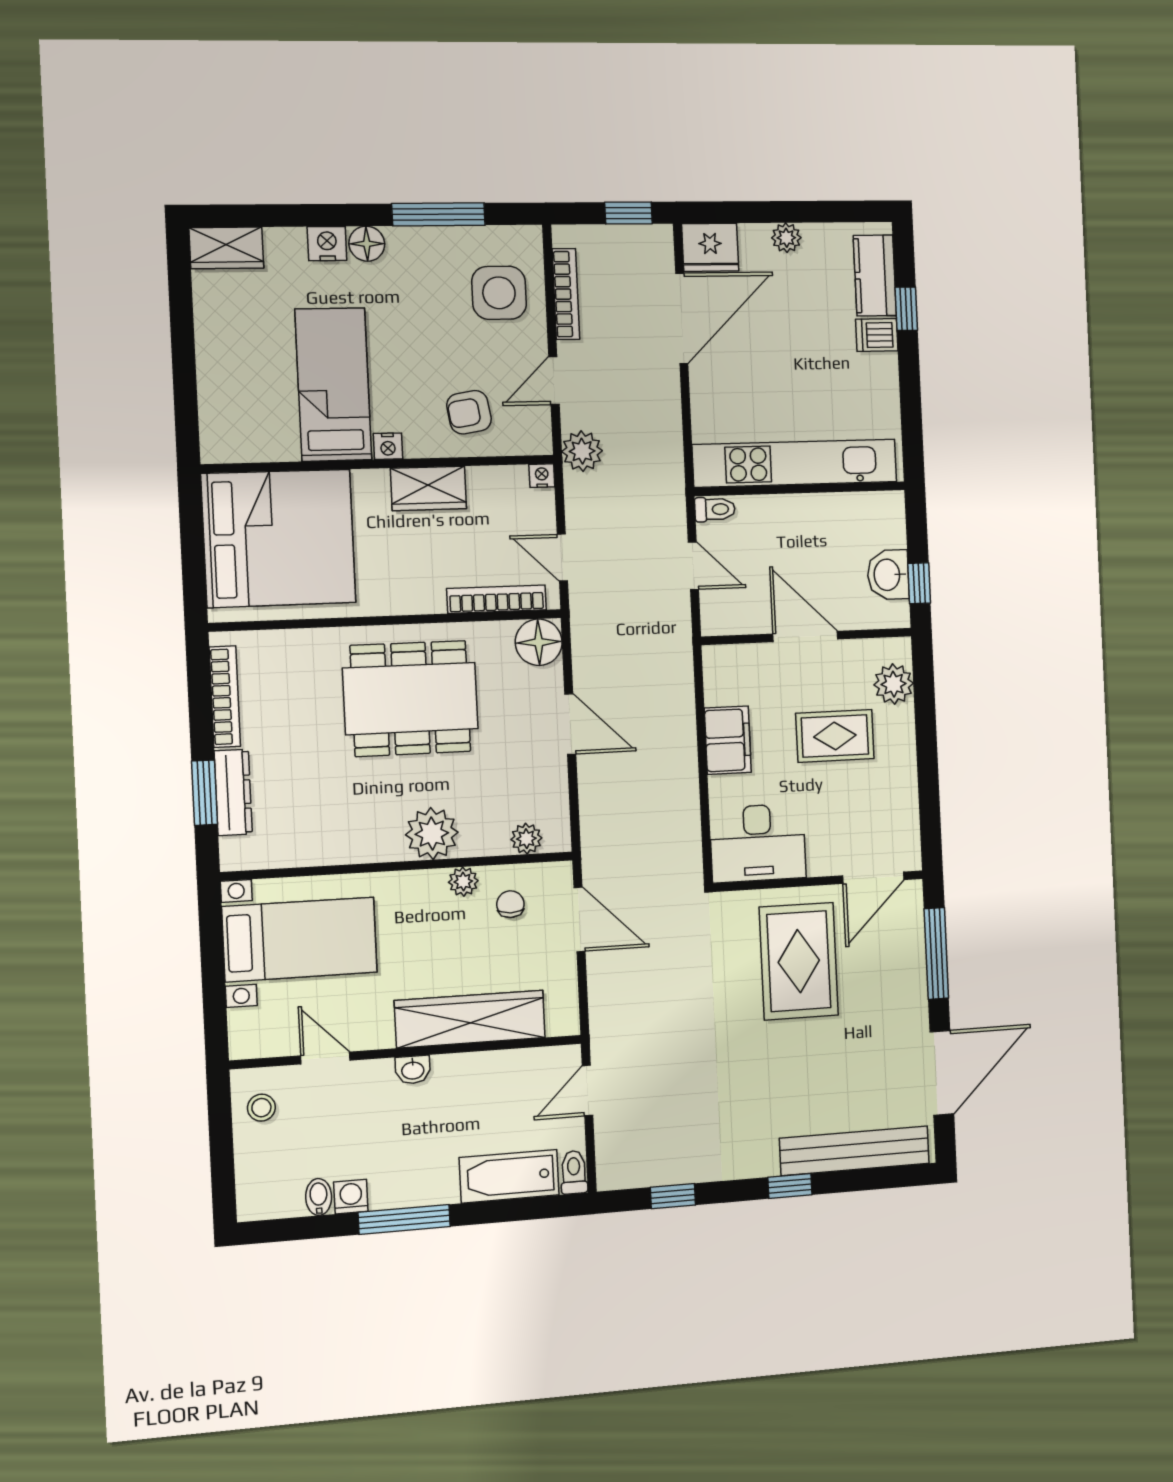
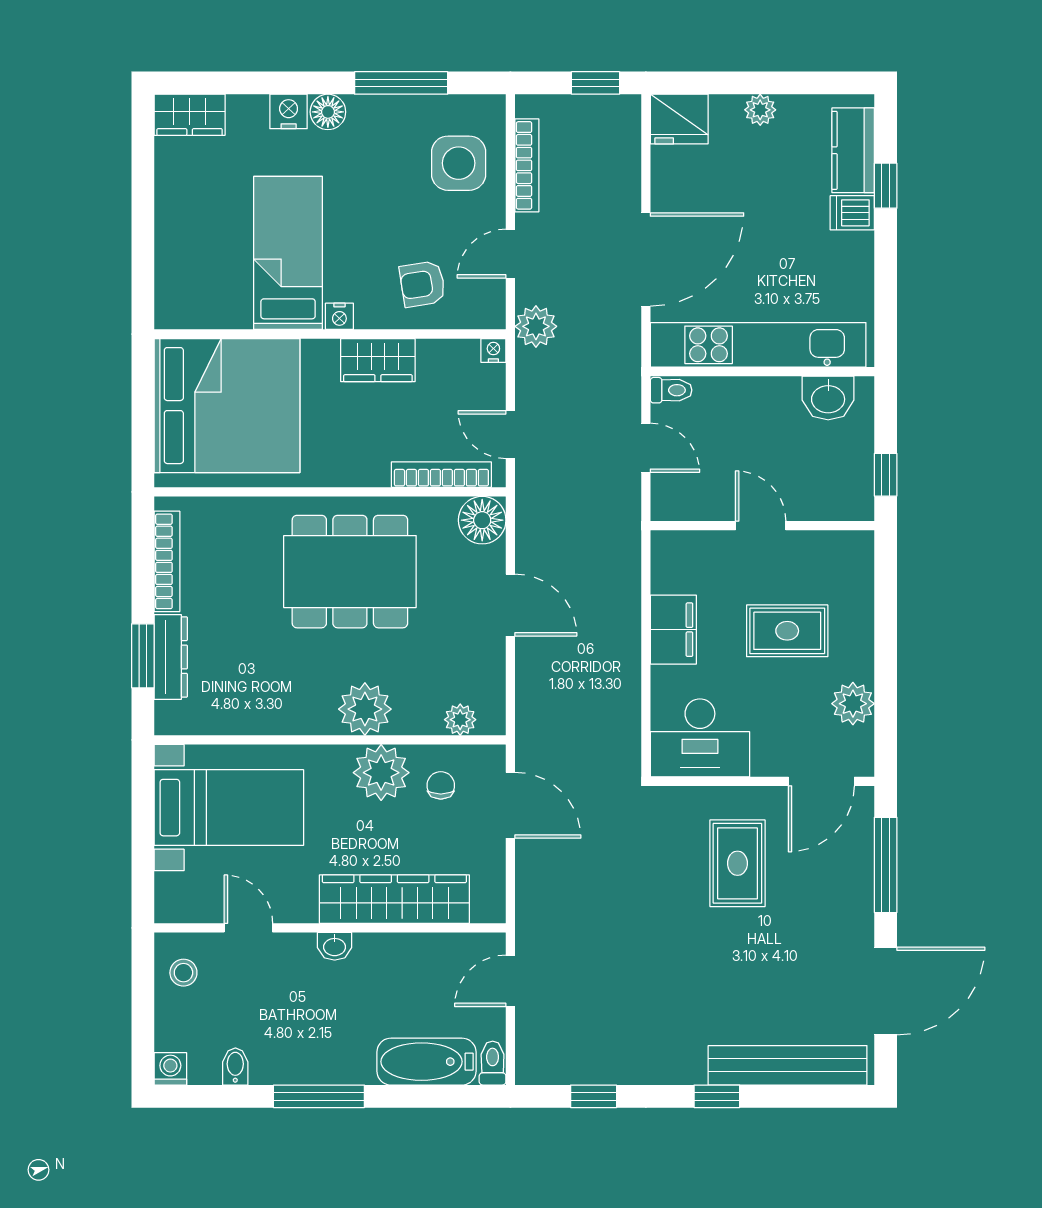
door: (682, 318) -> (646, 259), moved
washbasin: (888, 575) -> (828, 398), moved, turned -90
door: (805, 637) -> (761, 526), width x0.73
plant: (894, 684) -> (853, 704), moved
plant: (463, 882) -> (381, 773), width x1.87, depth x1.87
rug: (799, 961) -> (737, 863), width x0.73, depth x0.70
washing machine: (351, 1197) -> (170, 1069), moved

